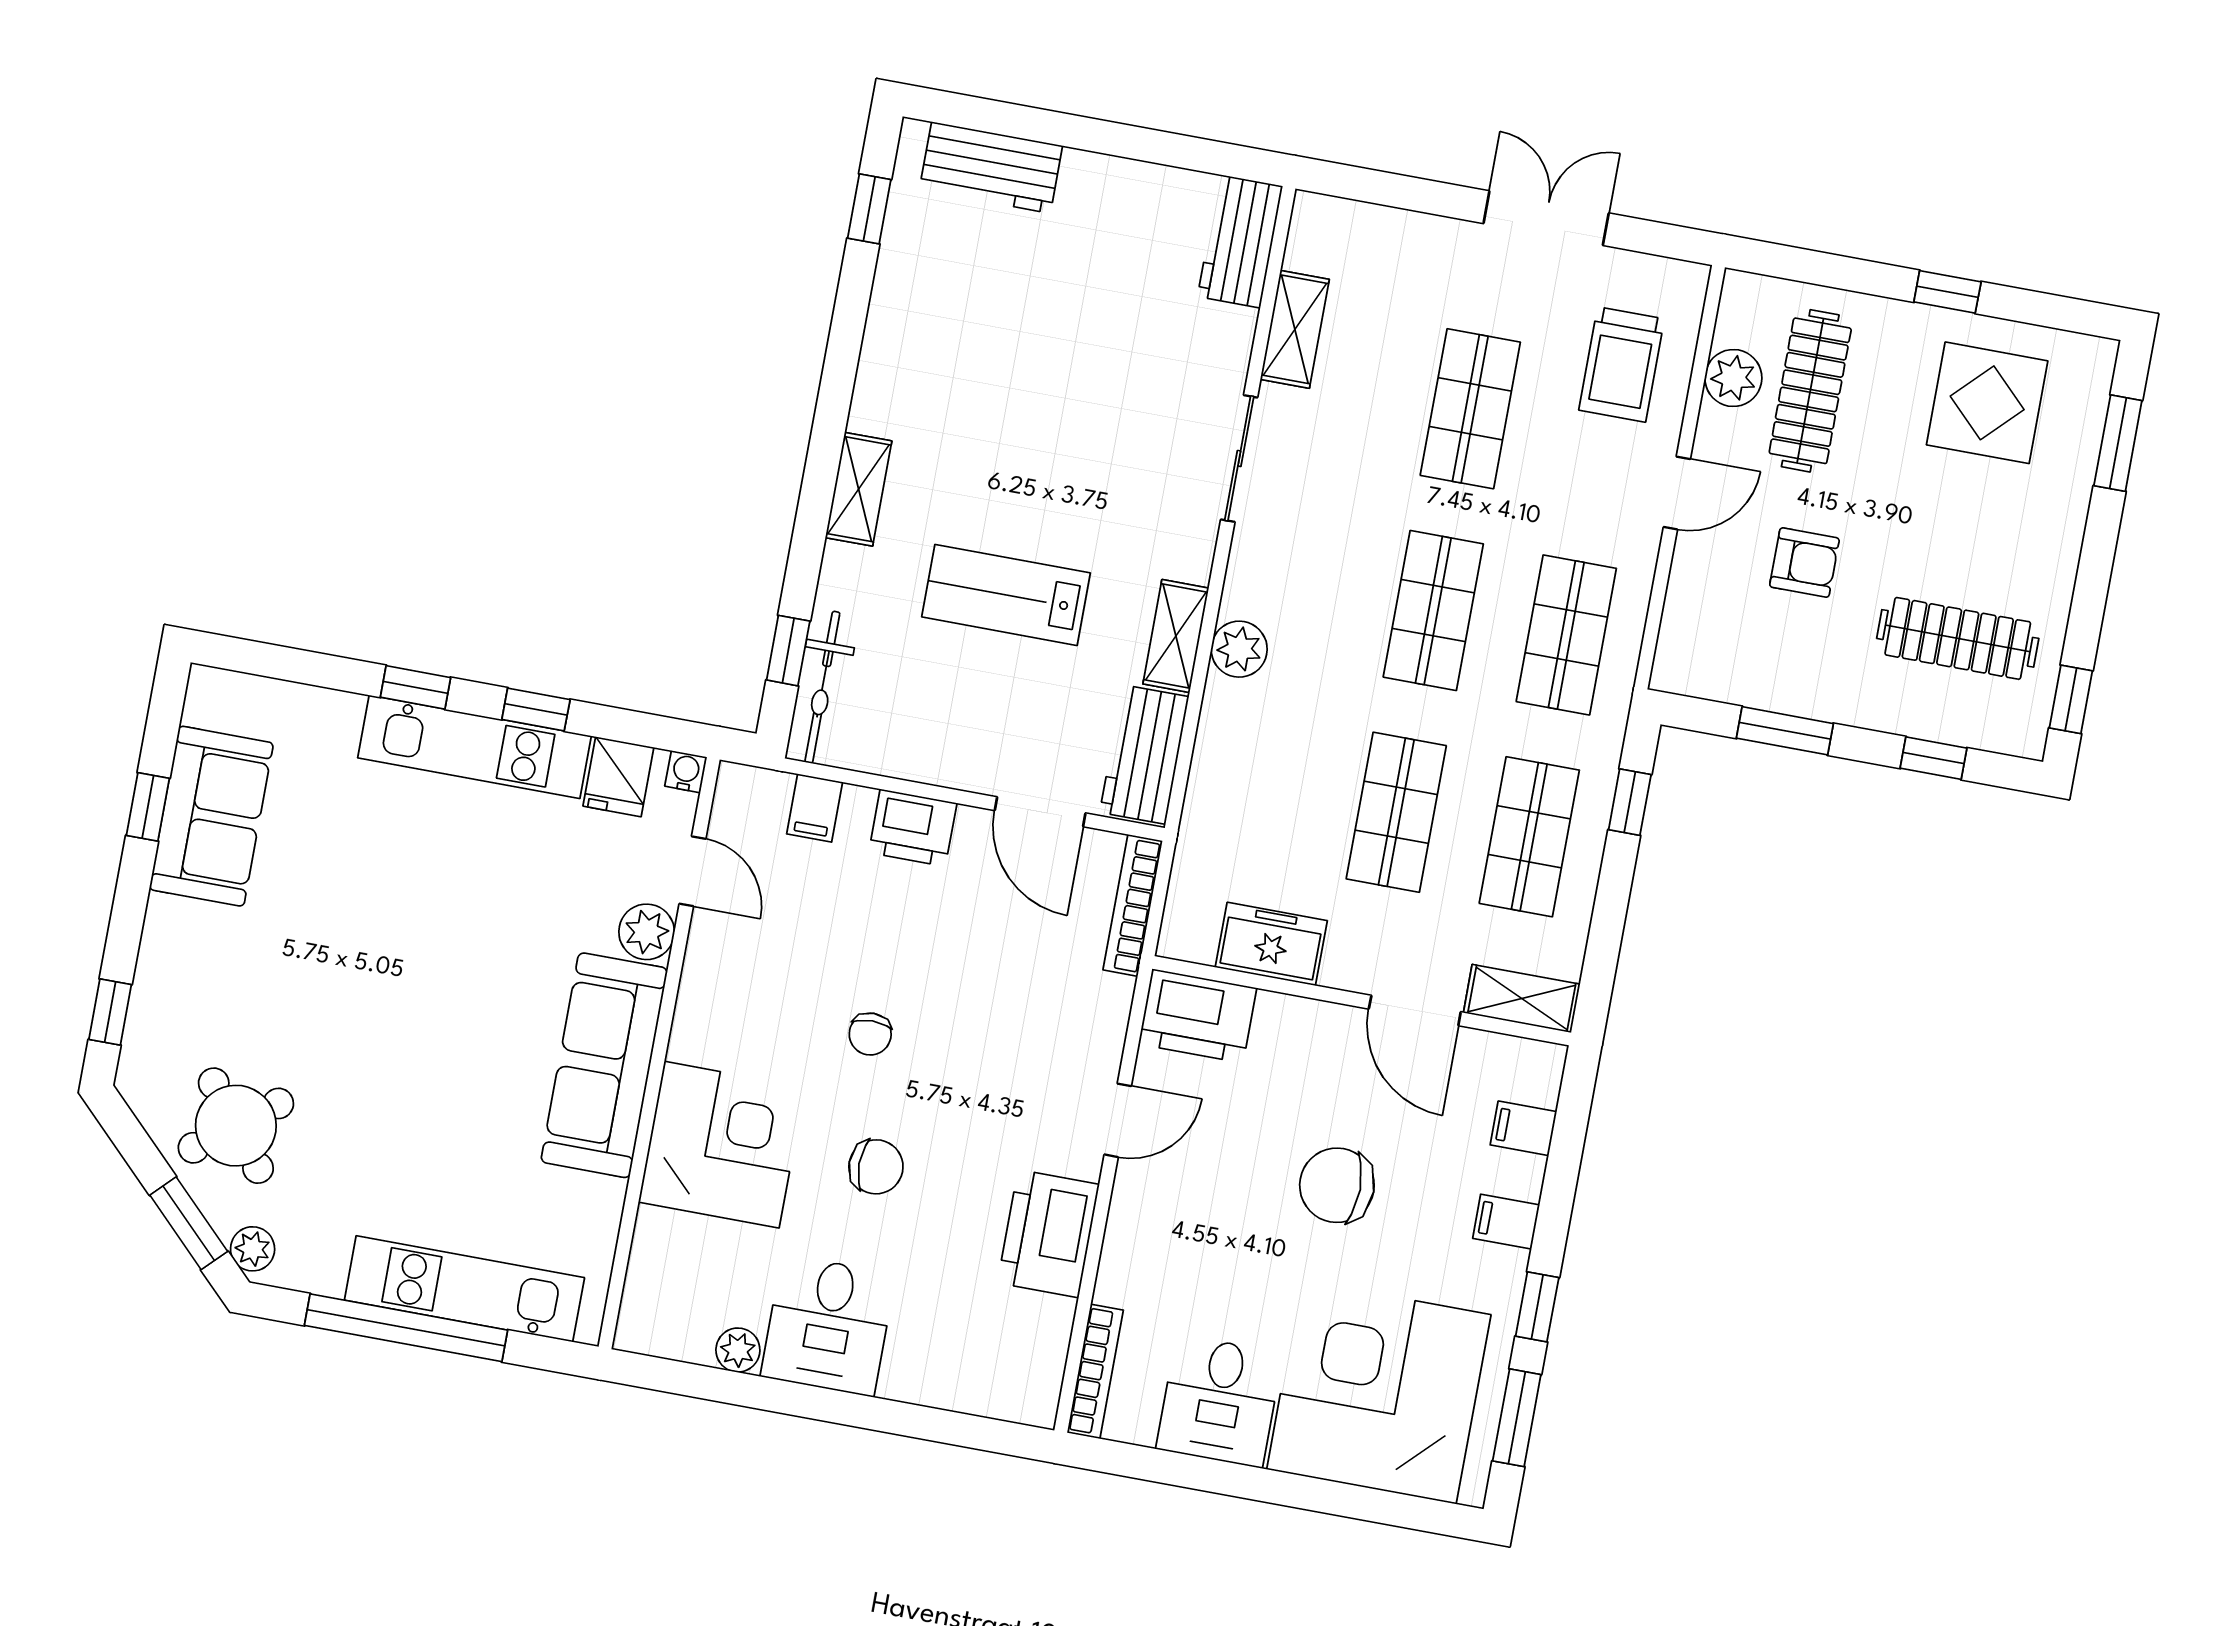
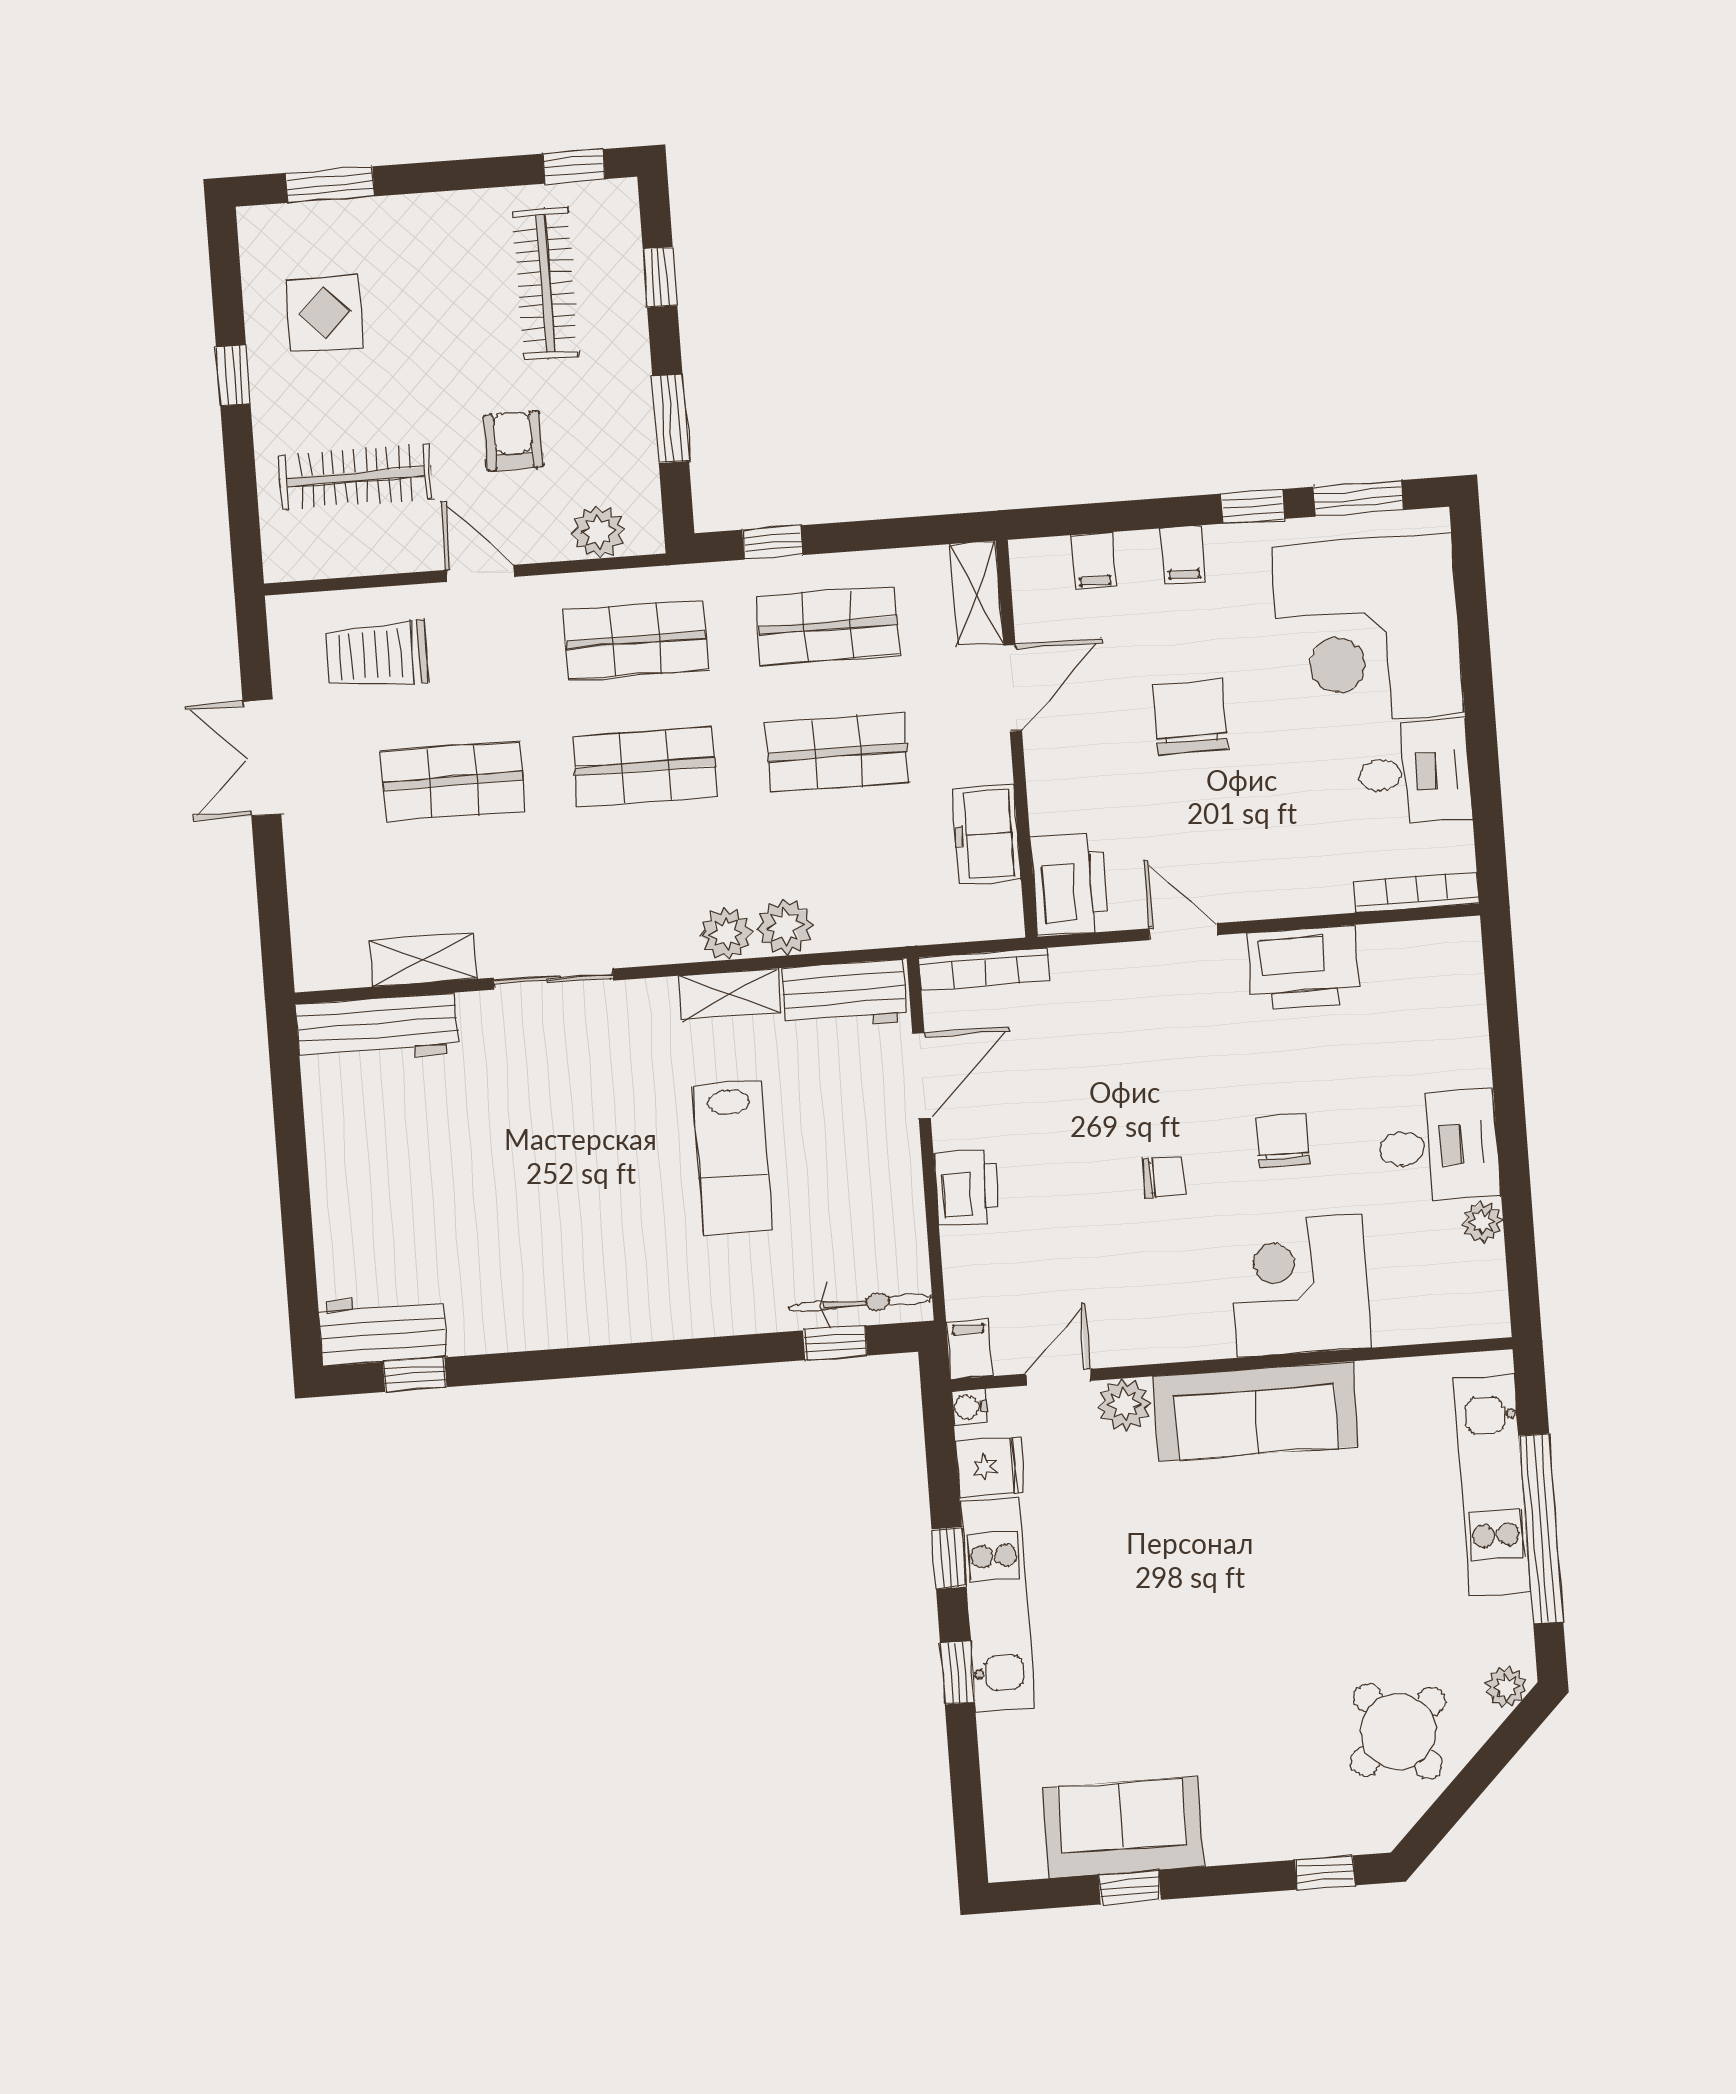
workbench: (991, 168) -> (383, 1329), moved, turned -90
workbench: (1240, 241) -> (378, 1028), width x1.38
trolley: (1622, 364) -> (377, 654), turned 180
plant: (1733, 378) -> (598, 532), moved
display table: (1987, 403) -> (324, 313), width x0.73, depth x0.73
shelving: (859, 489) -> (672, 1317), removed
plant: (1230, 711) -> (785, 927), added
filing cabinet: (815, 808) -> (970, 1349), moved, turned -90
chair: (1337, 1185) -> (1190, 717), turned 180
window: (189, 1223) -> (1498, 1751), removed

